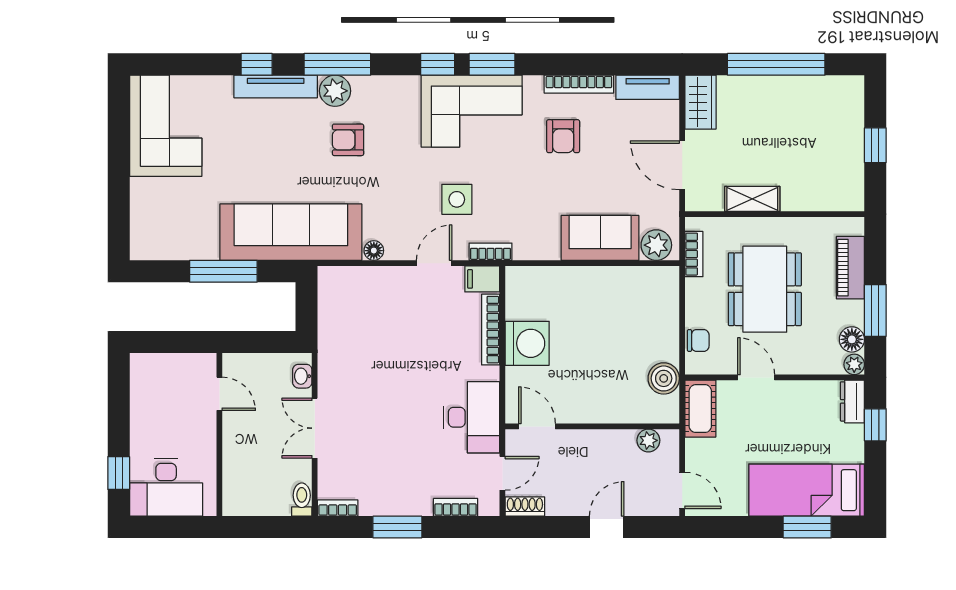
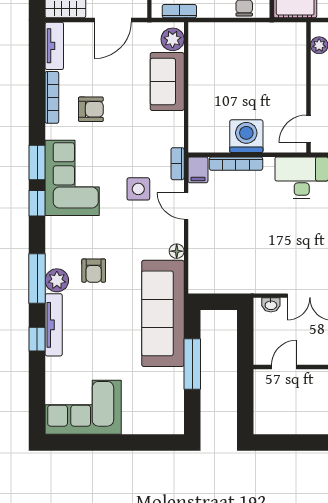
boiler: (664, 378) -> (273, 34), removed

